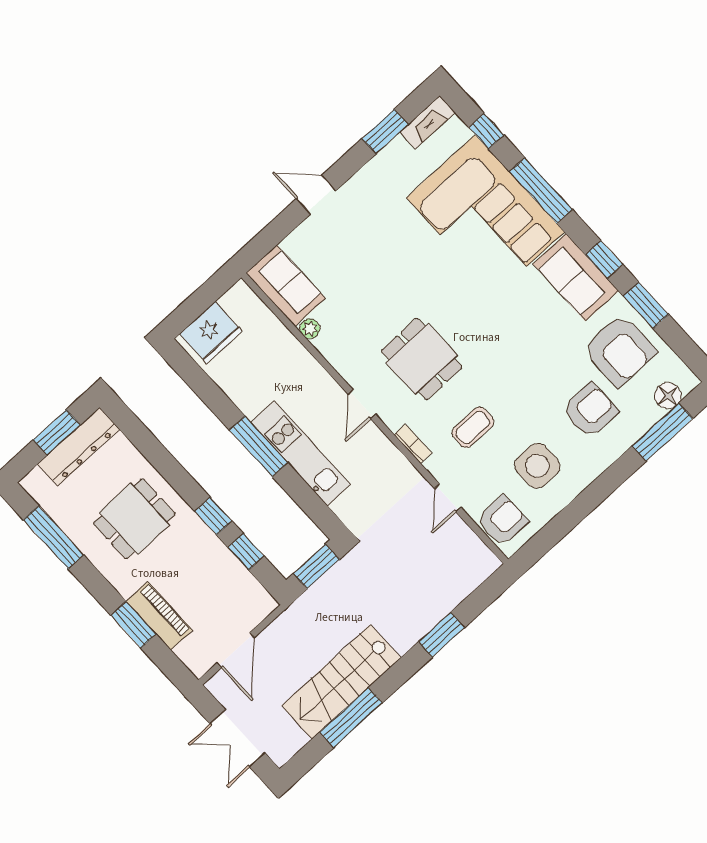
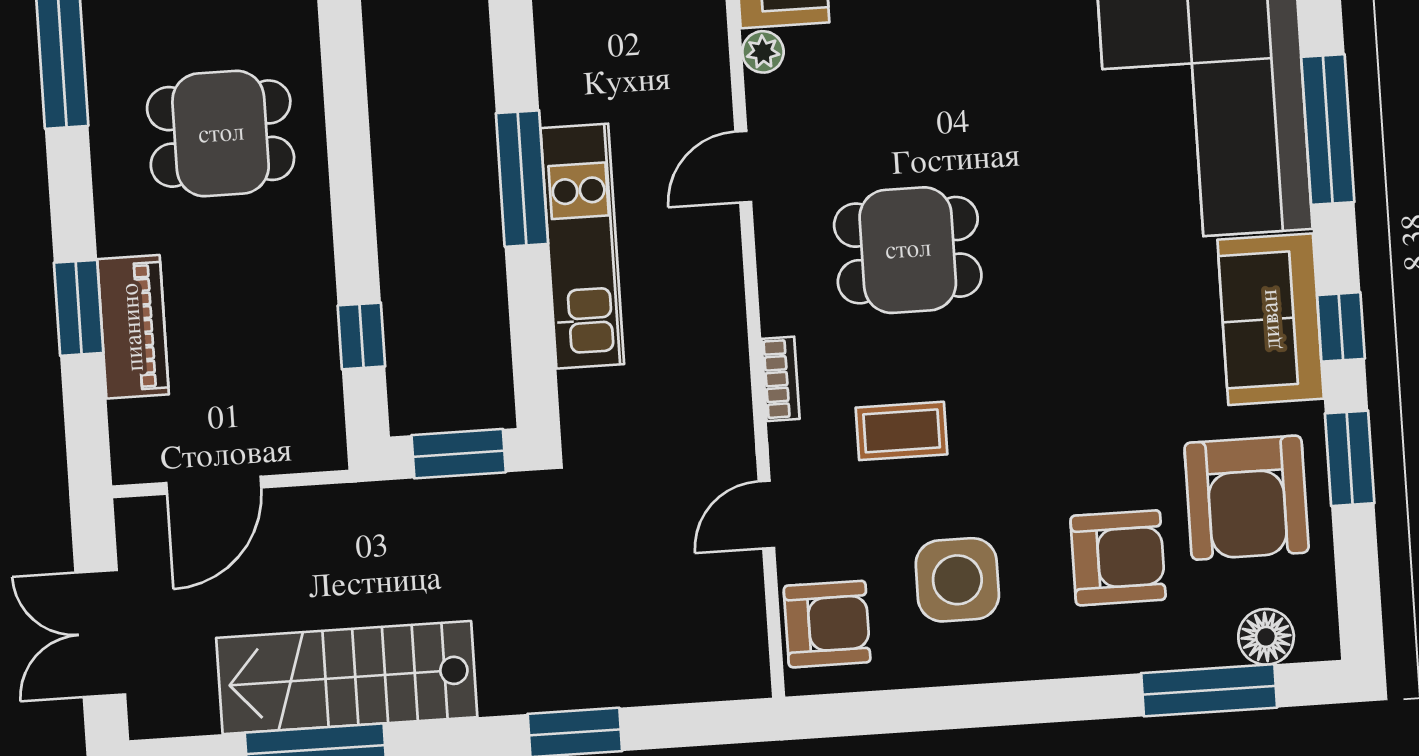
dining table: (422, 359) -> (908, 250), turned 90
door: (362, 404) -> (743, 167), moved
window: (213, 516) -> (355, 234), removed

